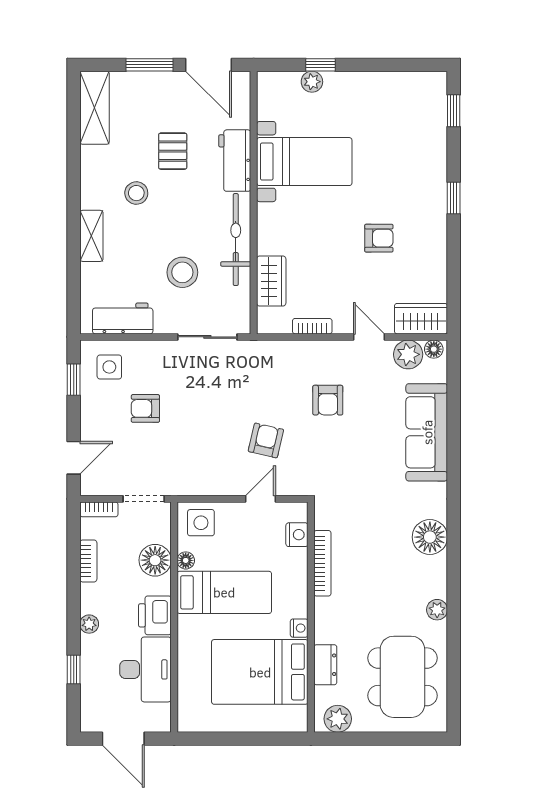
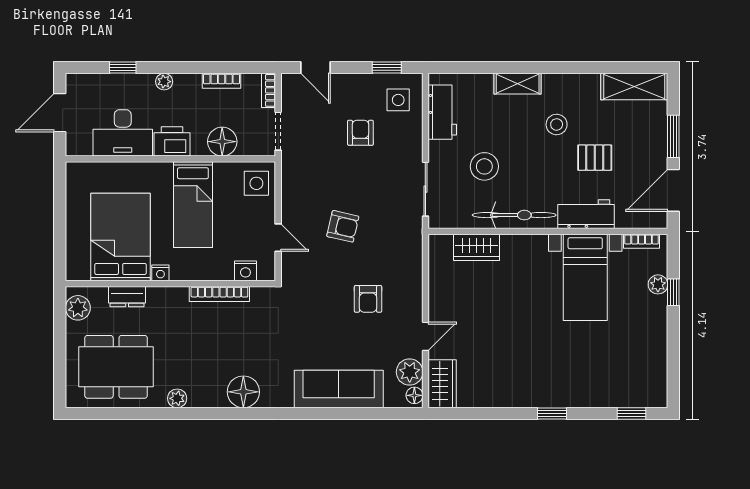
armchair: (379, 238) -> (516, 345), removed
bookcase: (312, 326) -> (642, 241), moved, turned 90
armchair: (328, 400) -> (368, 299), turned -90
armchair: (266, 440) -> (343, 226), moved
floor lamp: (186, 560) -> (222, 169), removed

